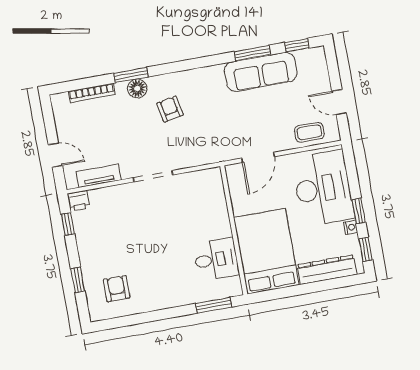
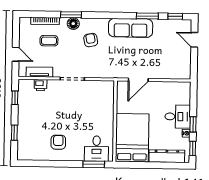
sofa: (261, 72) -> (131, 28), moved
door: (339, 102) -> (194, 40), moved
coffee table: (309, 132) -> (49, 41), moved
desk: (323, 188) -> (178, 117), width x0.53, depth x0.77
printer: (79, 201) -> (41, 85), moved
desk: (216, 259) -> (97, 149), moved, turned 90
armchair: (117, 289) -> (58, 142), moved

